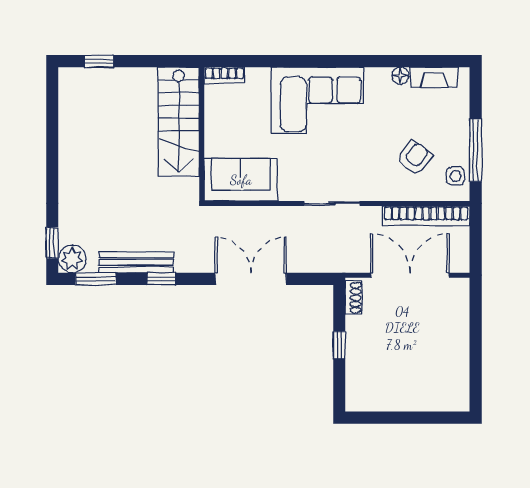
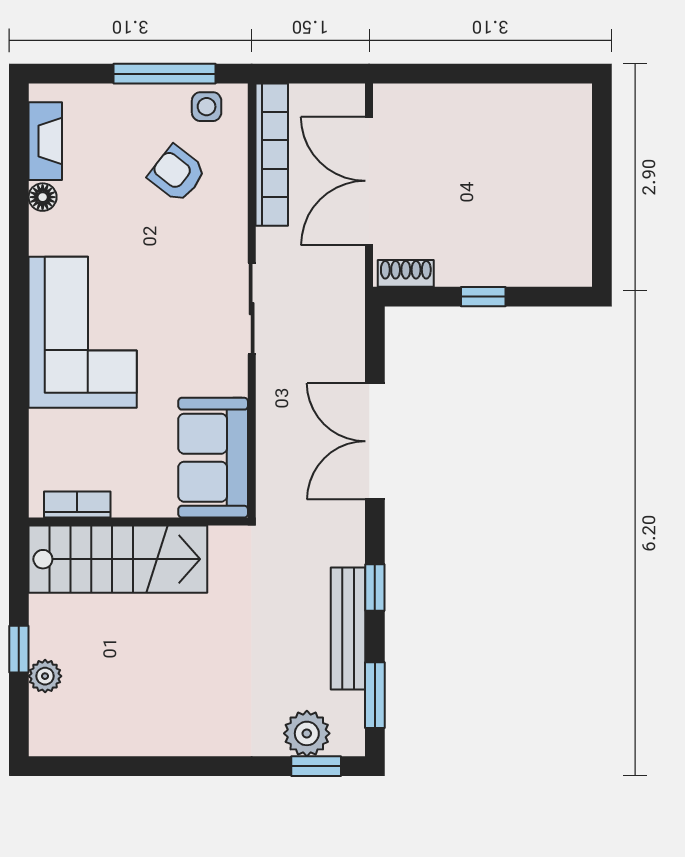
window: (99, 61) -> (19, 649), moved
bookcase: (224, 75) -> (77, 504), moved, turned -90
plant: (107, 77) -> (45, 676), added
plant: (72, 259) -> (307, 733), moved

